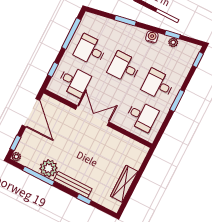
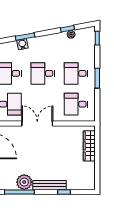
water cooler: (152, 37) -> (22, 44), moved
desk: (142, 116) -> (76, 104), turned 180
wardrobe: (124, 184) -> (89, 146), moved

